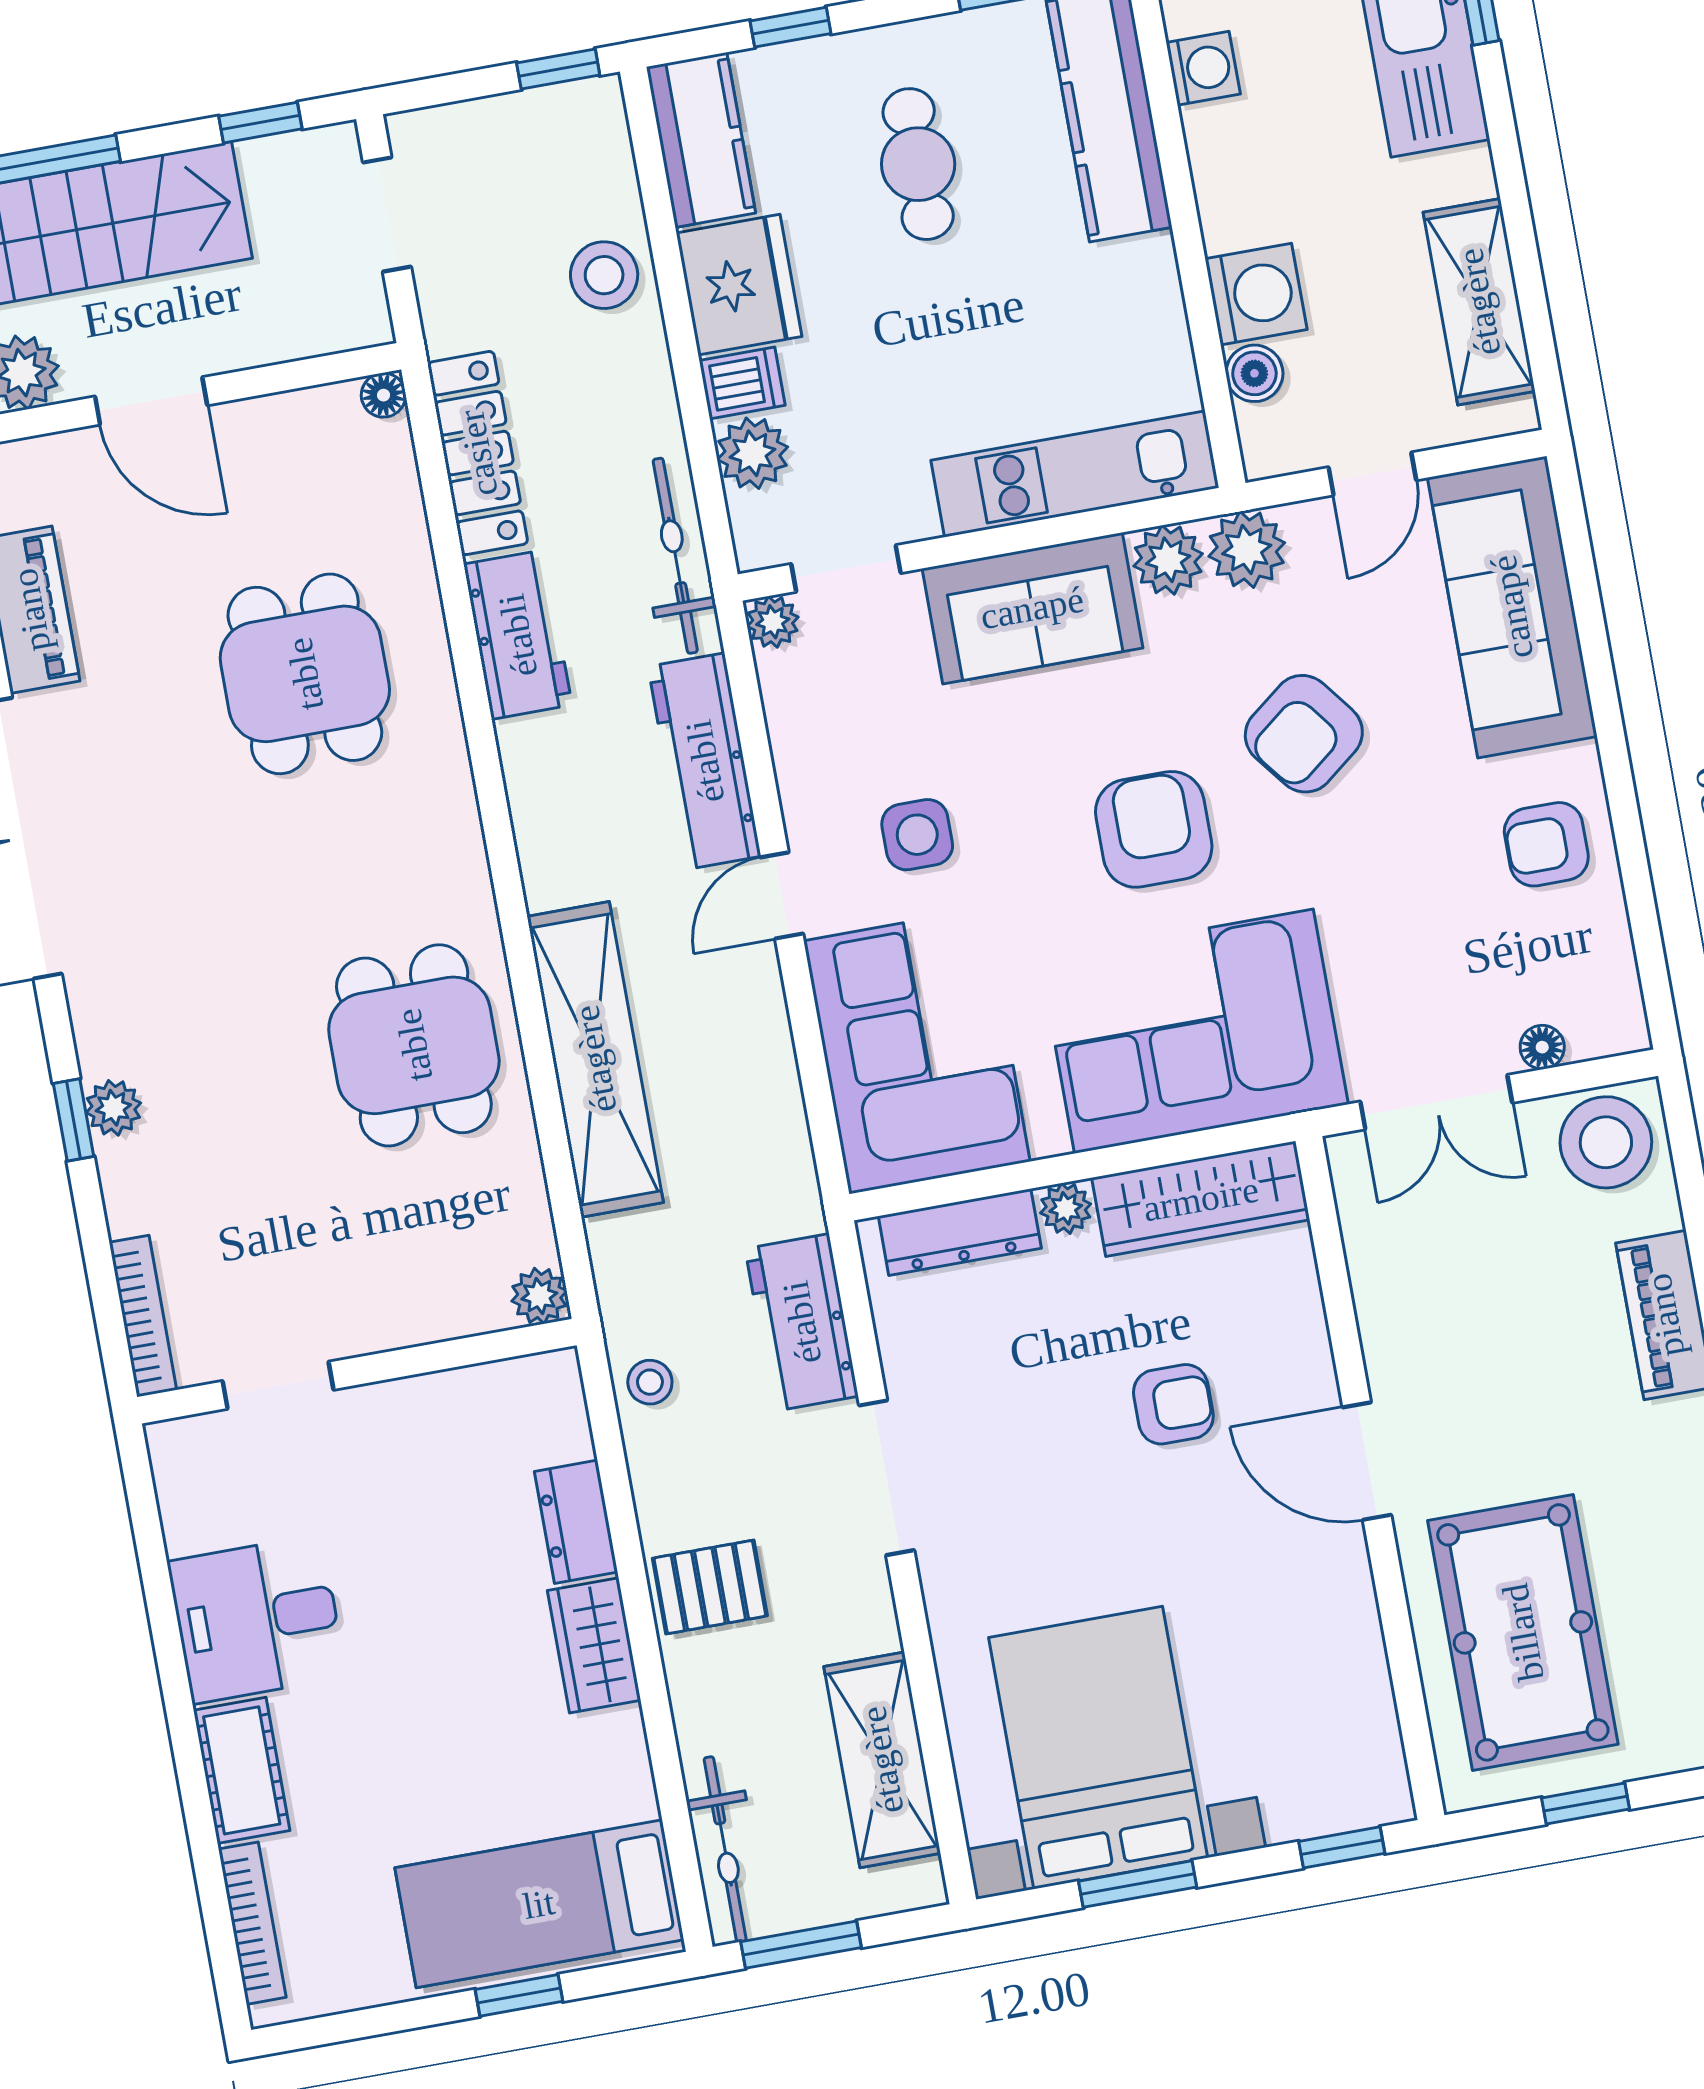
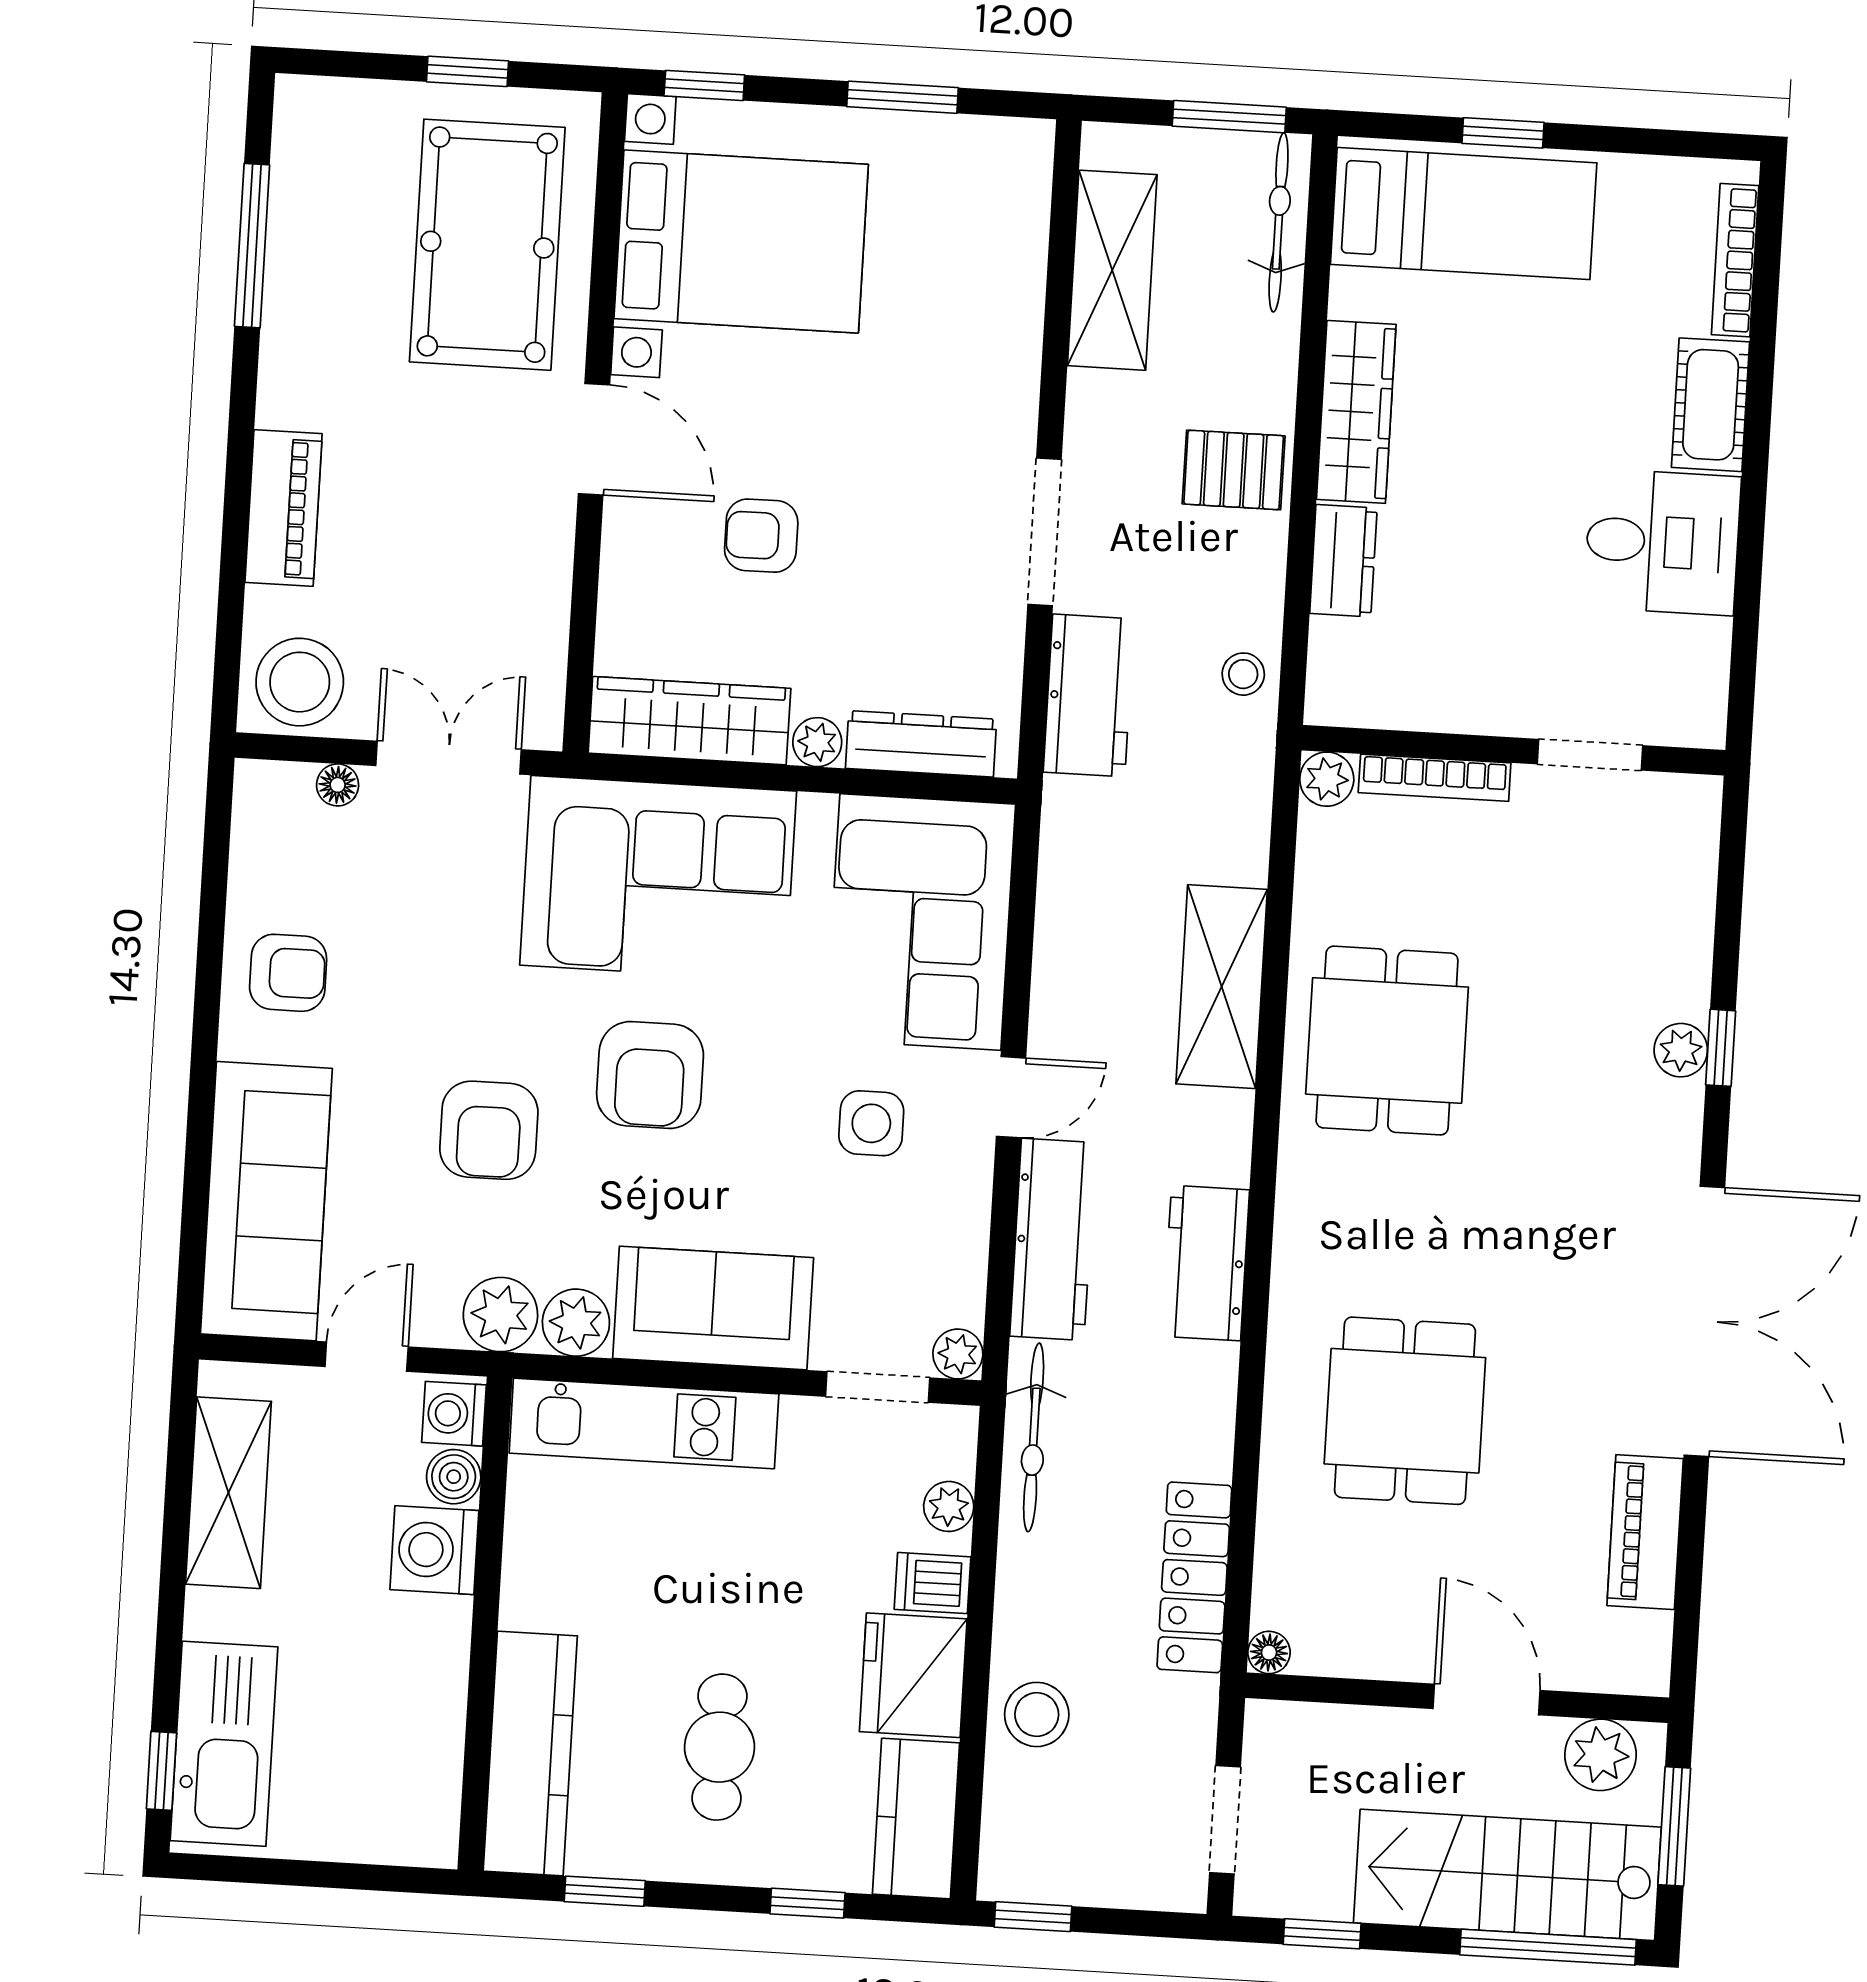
washing machine: (1203, 68) -> (454, 1414), moved
plant: (752, 453) -> (949, 1506), width x0.73, depth x0.73
workbench: (518, 635) -> (1206, 1263), moved
armchair: (1304, 734) -> (489, 1130), turned 128
shelving: (595, 1059) -> (1222, 987), width x0.68
bookcase: (143, 1316) -> (1435, 778), moved, turned -90
wardrobe: (594, 1645) -> (1356, 412), width x1.50
bed with nightstands: (1098, 1748) -> (741, 241), moved, turned -90

